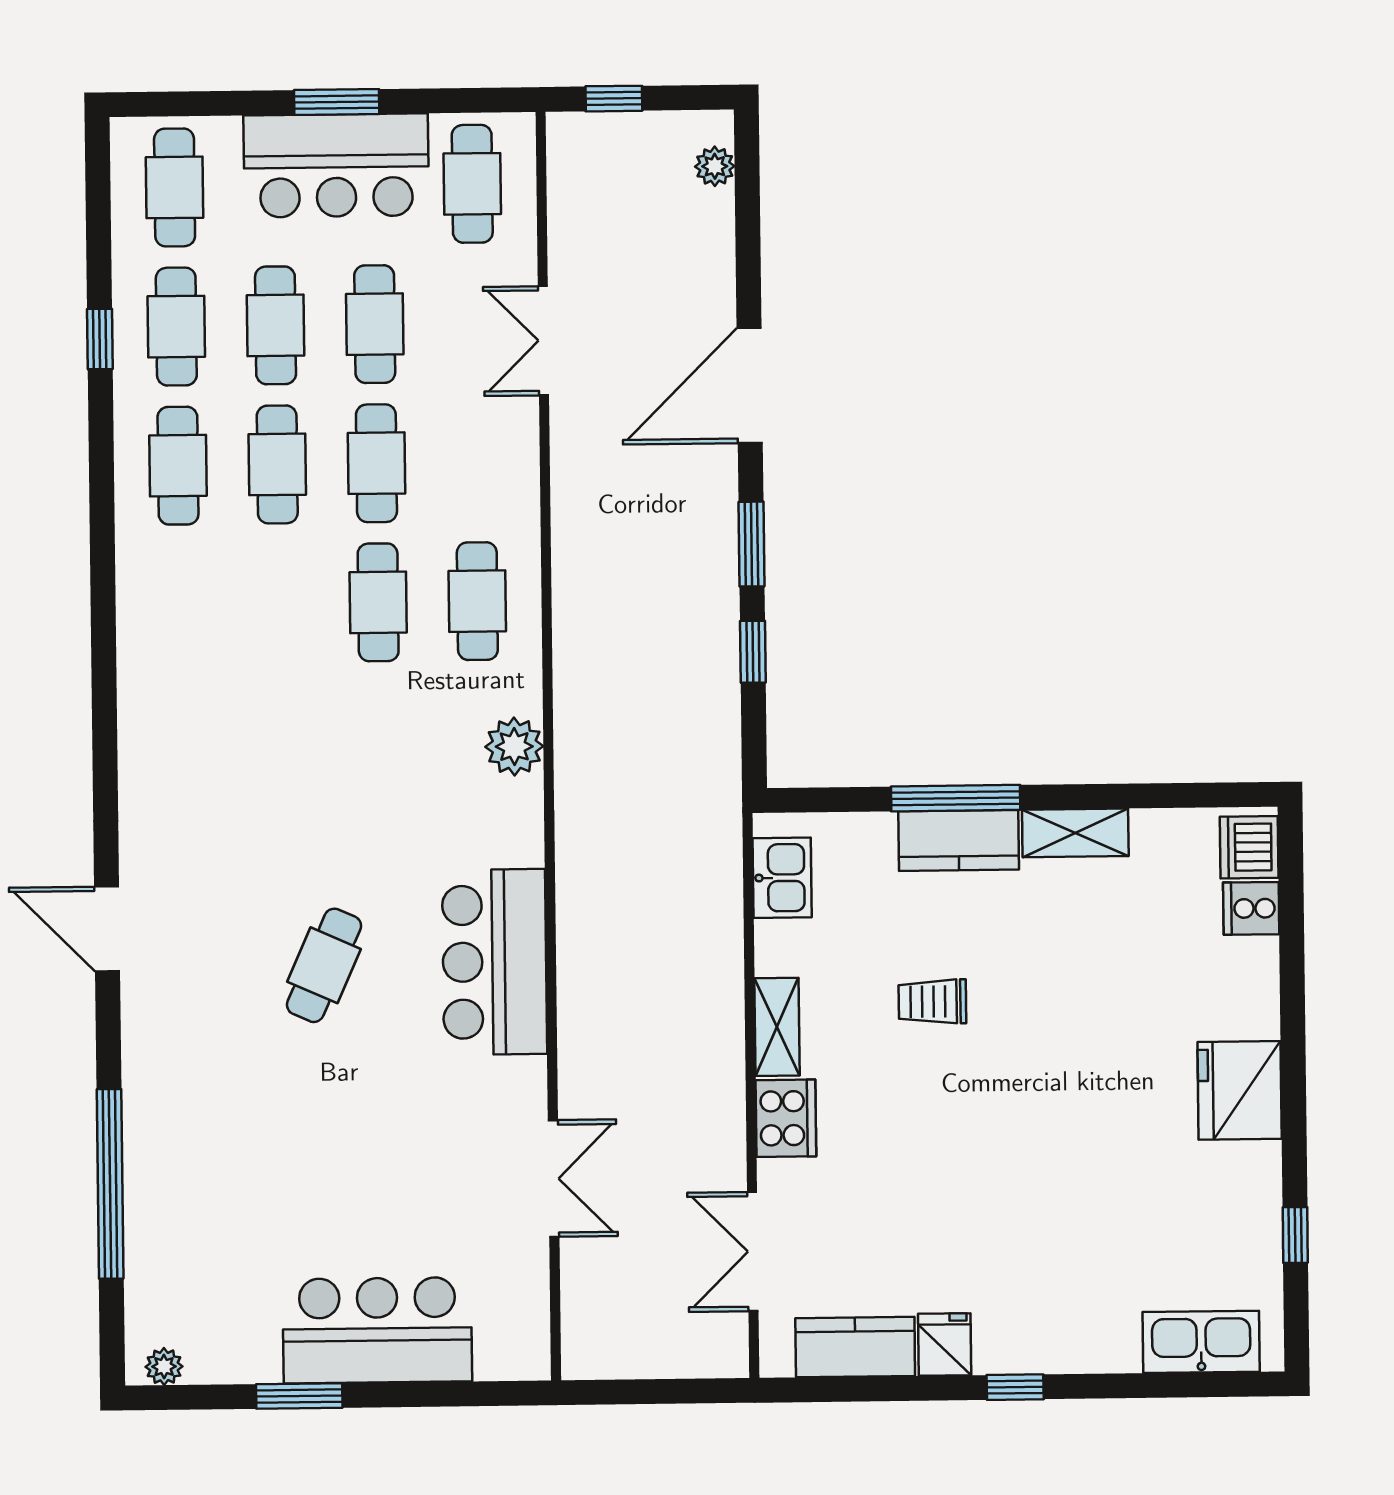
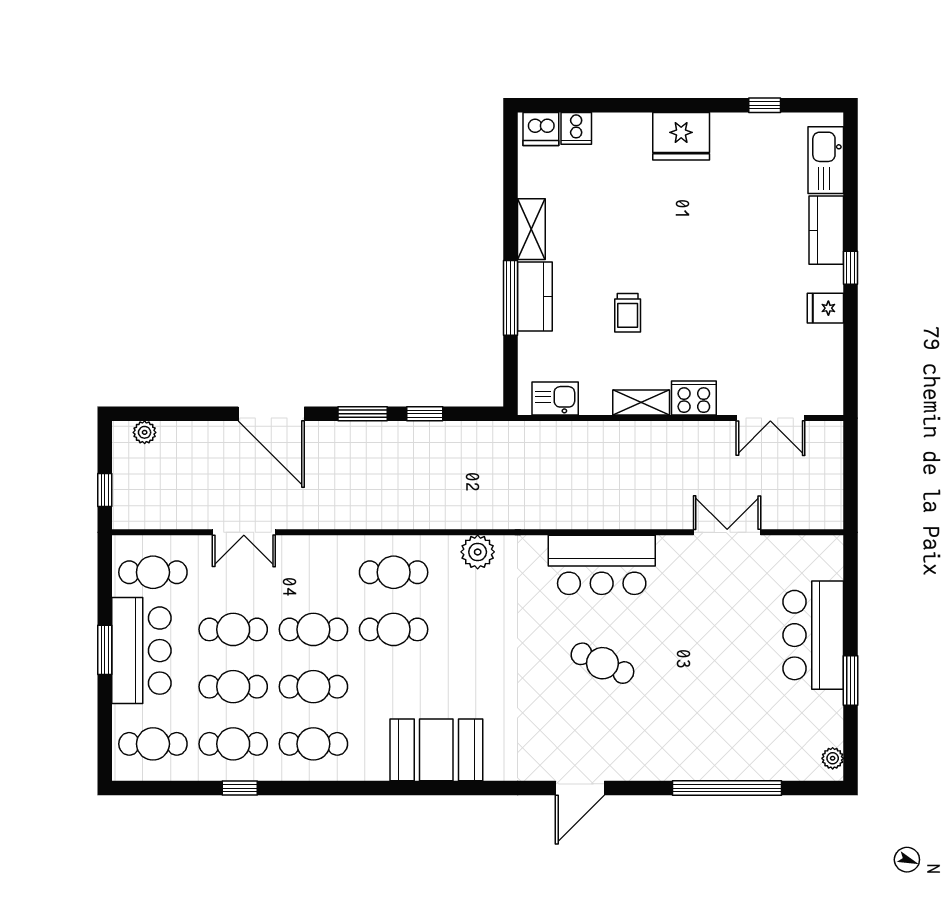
booth: (170, 679) -> (436, 750), added
kitchen counter: (855, 1347) -> (826, 230), moved

